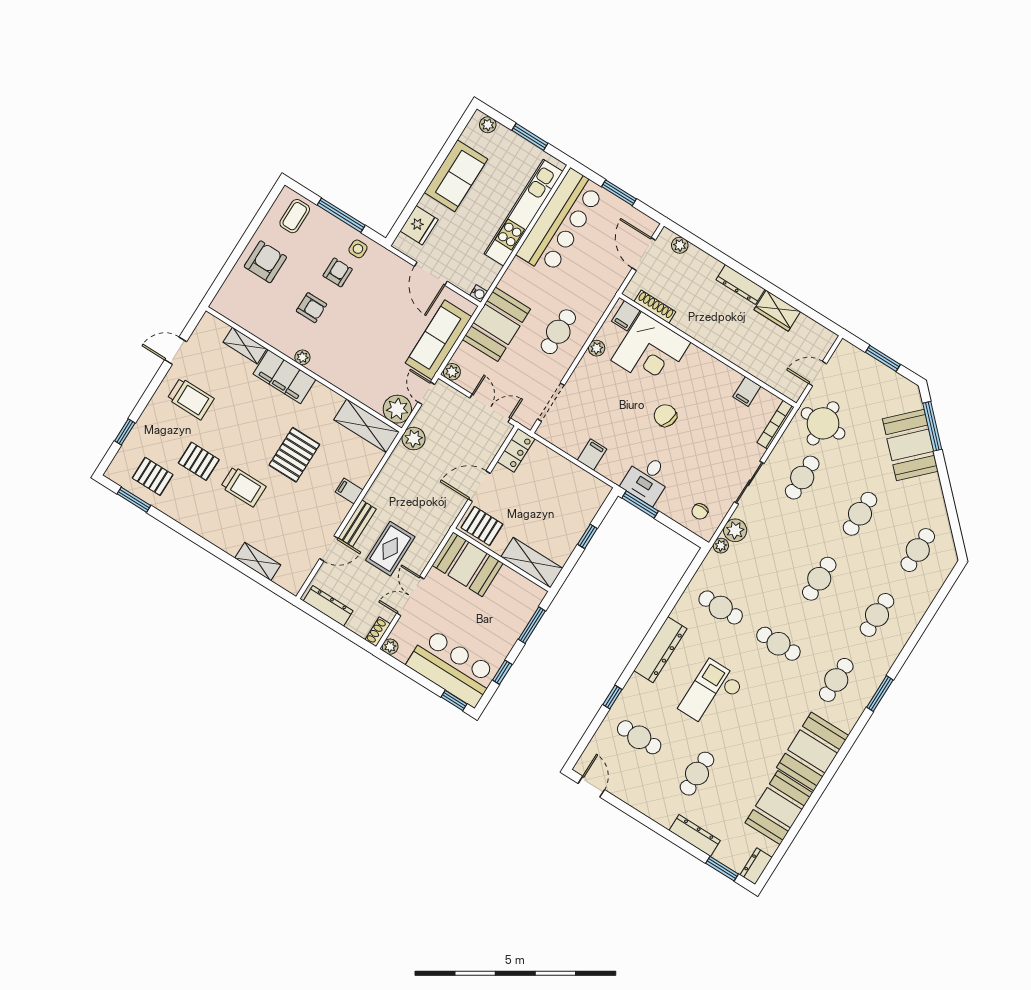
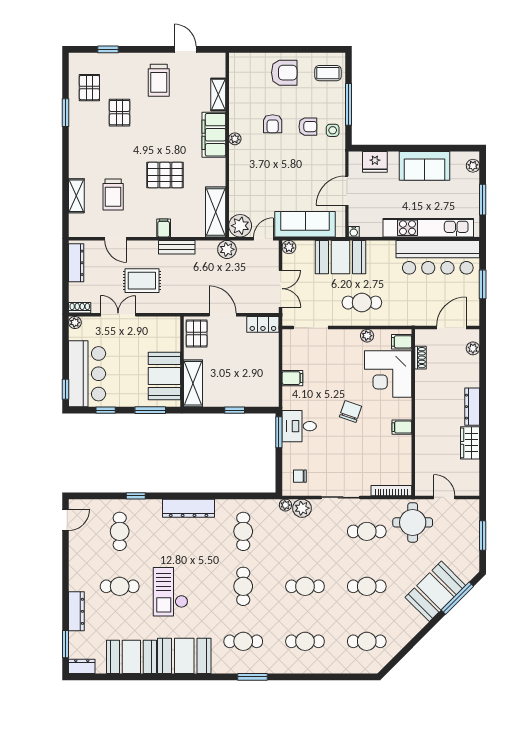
shoe rack: (655, 307) -> (420, 358), width x0.70
filing cabinet: (747, 391) -> (402, 427), moved
trolley: (243, 487) -> (113, 194), moved
window: (134, 500) -> (65, 113), moved
bench: (357, 523) -> (177, 247), moved
booth: (468, 564) -> (164, 376), moved
checkout: (711, 694) -> (171, 592), moved, turned -90

